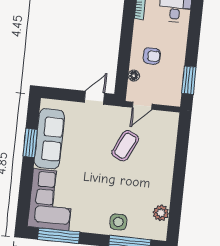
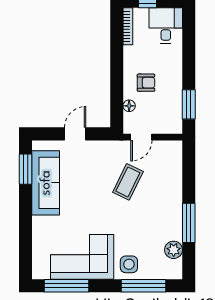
door: (94, 98) -> (75, 134), moved
window: (30, 143) -> (26, 169), moved
window: (177, 189) -> (189, 223), added
corner sofa: (51, 200) -> (82, 257), moved, turned -90

